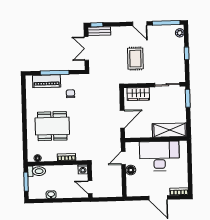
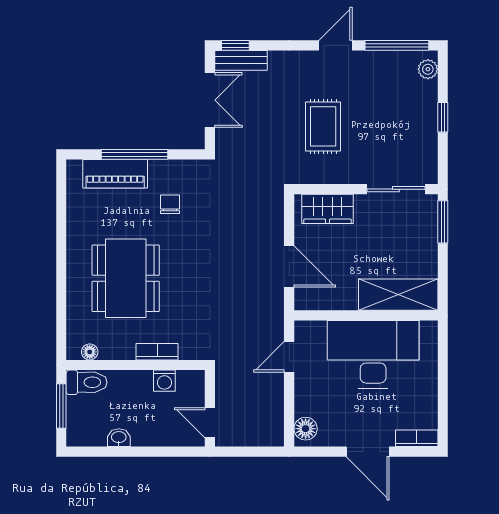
door: (140, 24) -> (335, 45), swing flipped
double door: (86, 49) -> (210, 100), swing flipped
door: (122, 119) -> (289, 266), hinge flipped
dining table: (52, 126) -> (126, 278), turned 90
washing machine: (83, 169) -> (164, 381), moved
floor lamp: (131, 170) -> (306, 429), moved

